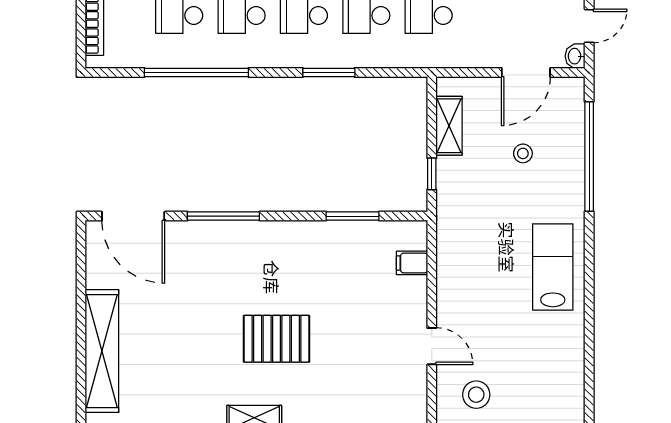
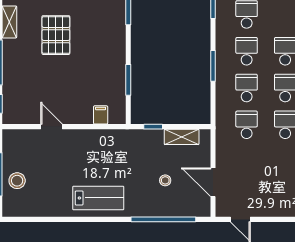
washbasin: (575, 56) -> (223, 211), removed
door: (432, 346) -> (52, 127), swing flipped
stool: (476, 395) -> (17, 181), moved

